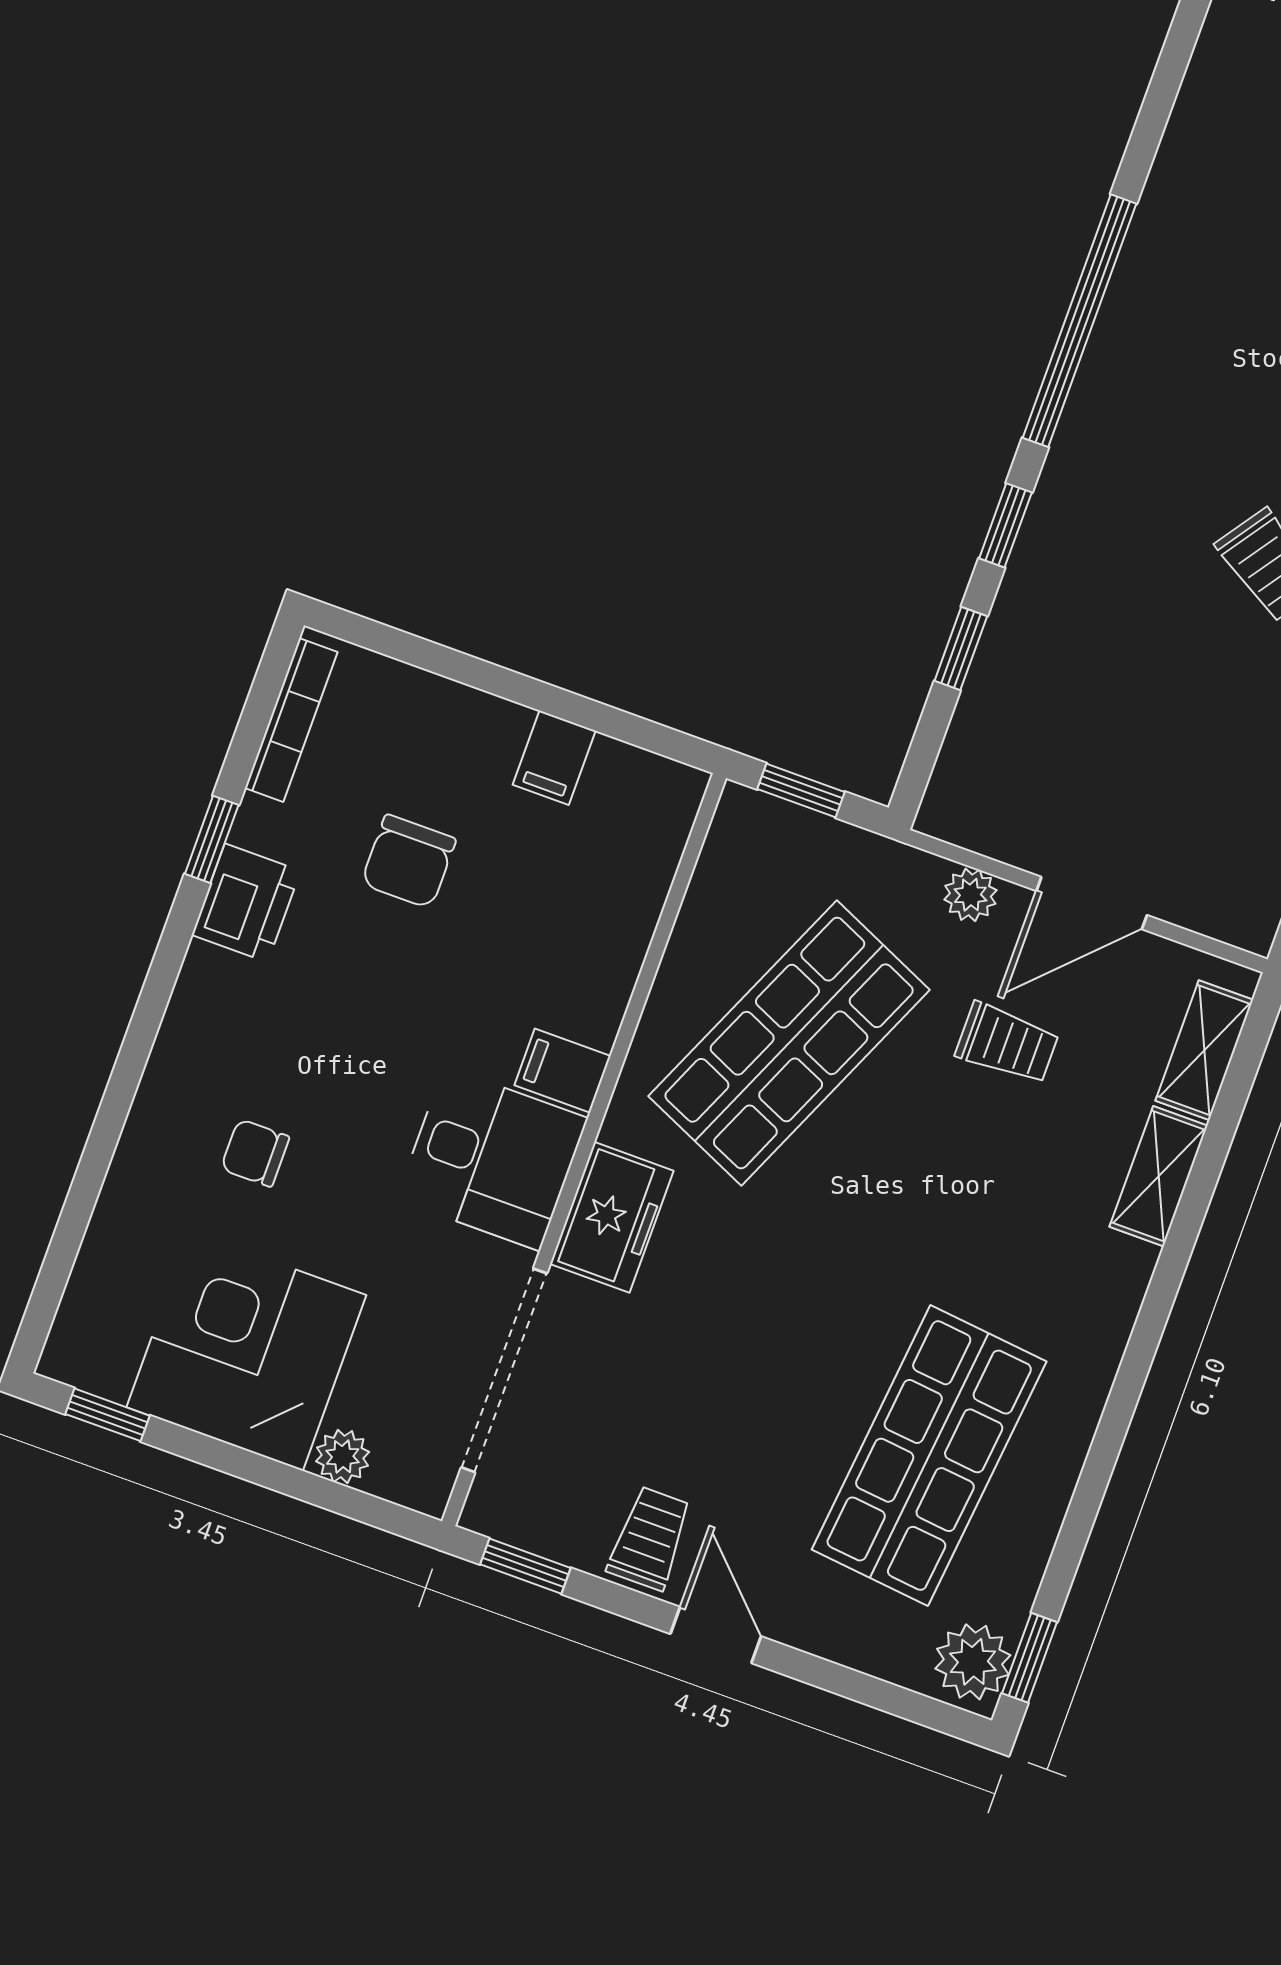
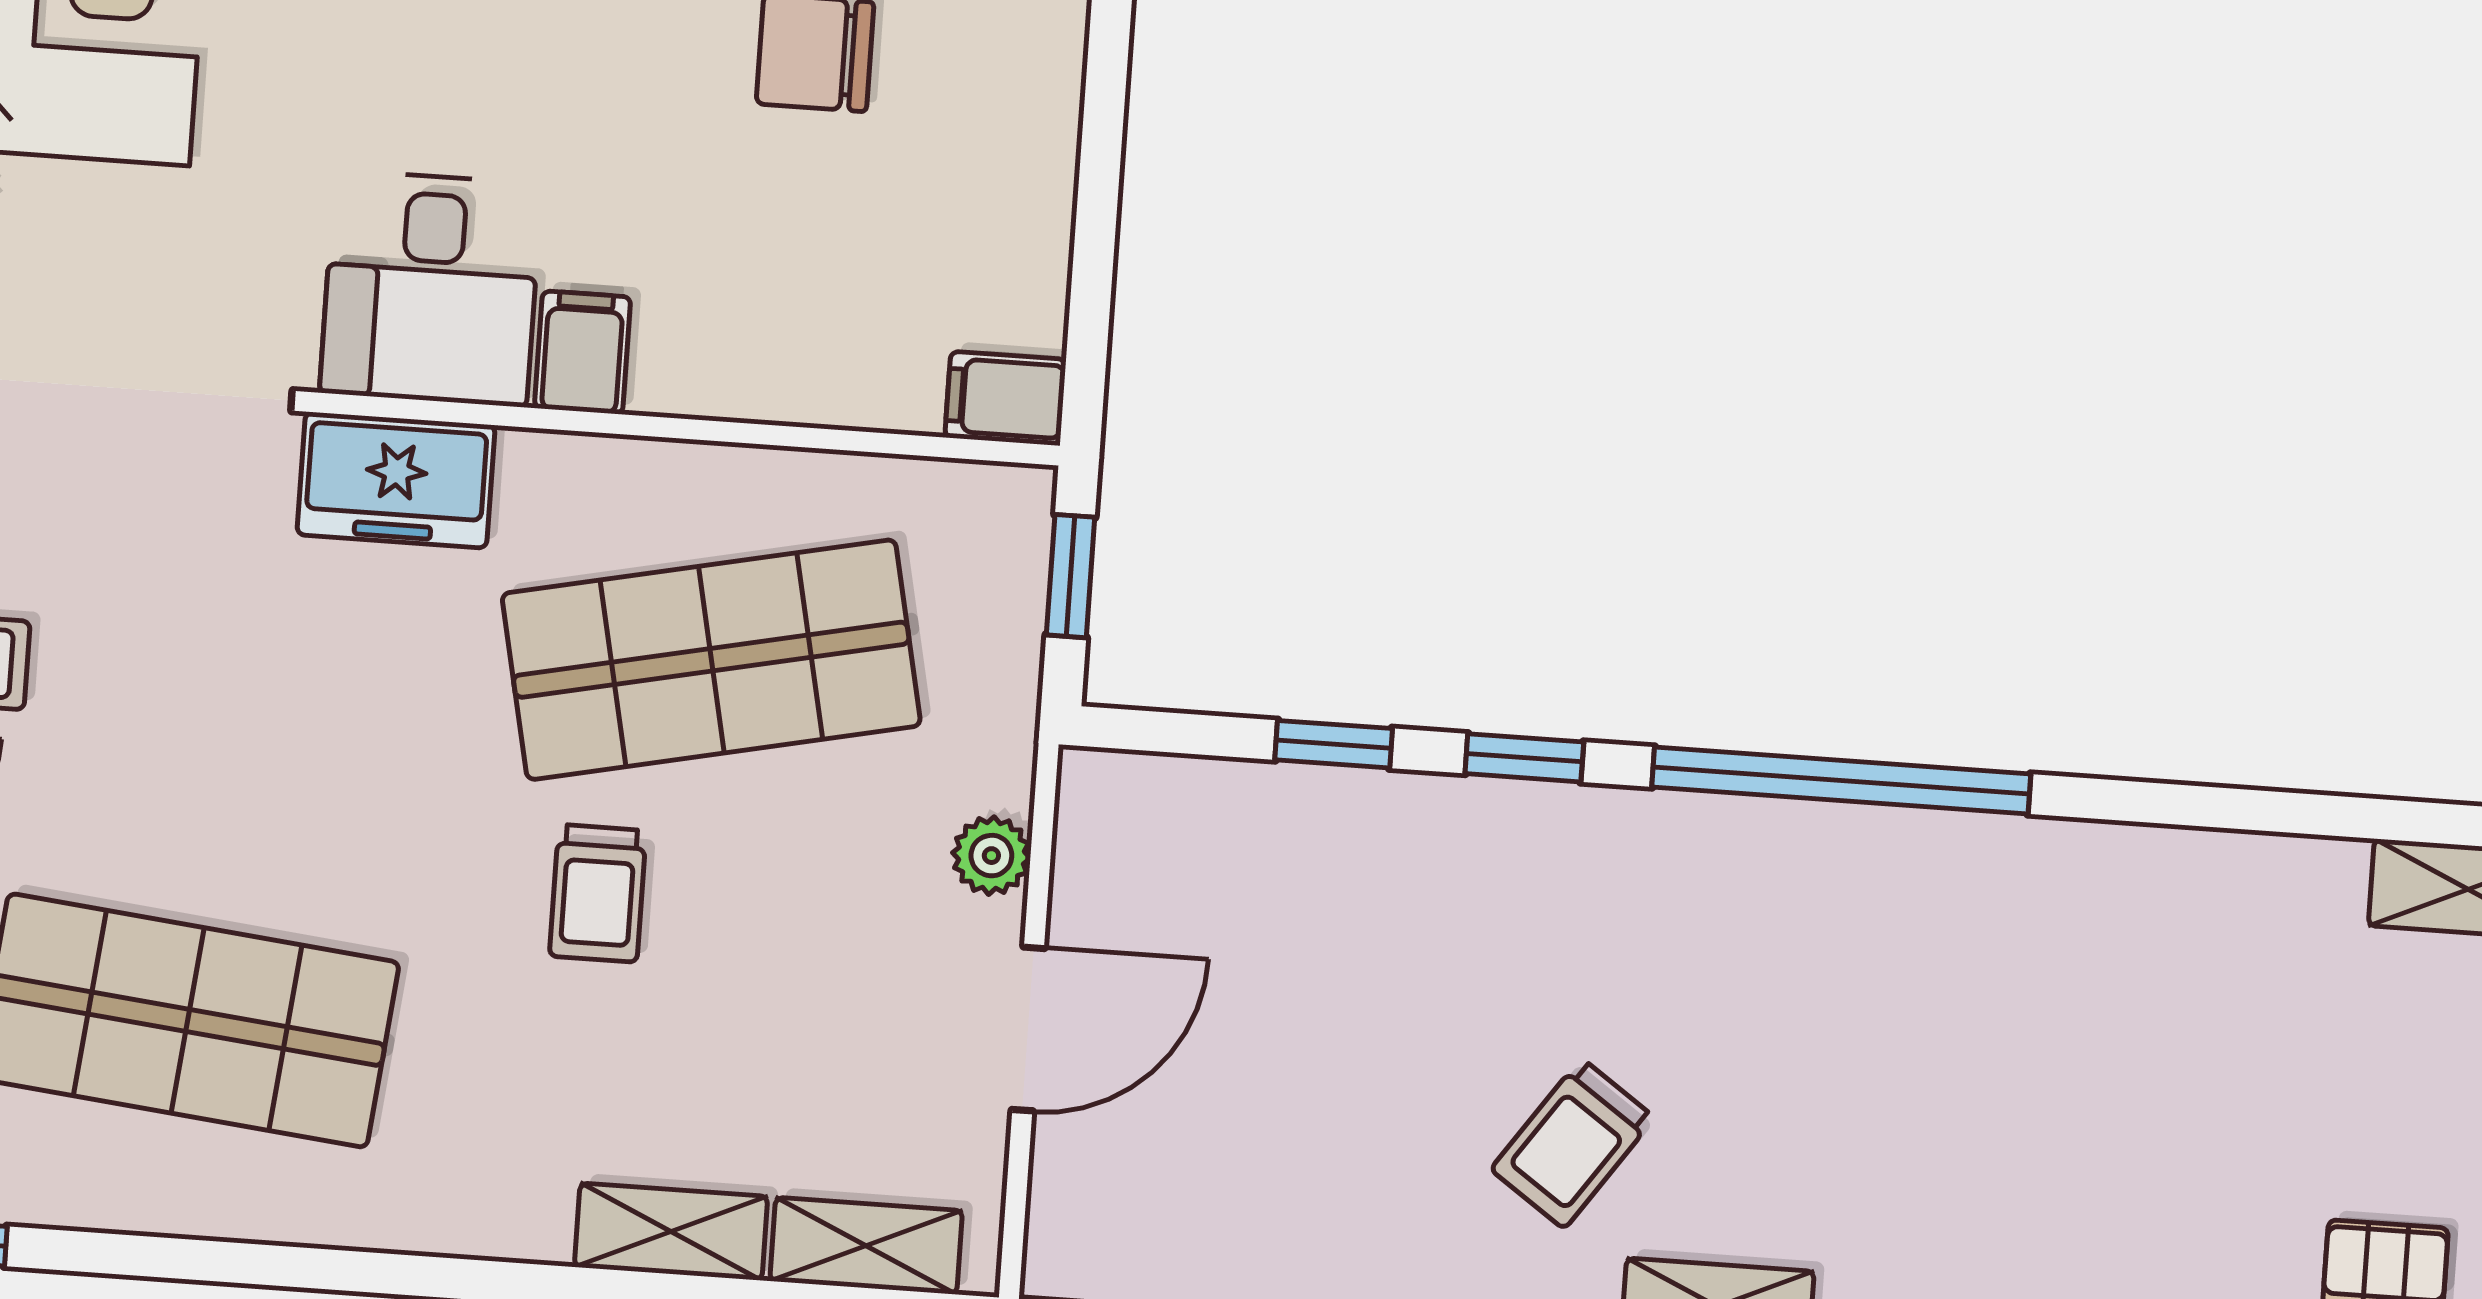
filing cabinet: (554, 758) -> (1005, 398), moved
door: (1092, 903) -> (1028, 1029), swing flipped
shop shelf: (789, 1043) -> (711, 660), turned -36
trolley: (1007, 1043) -> (598, 893), moved

